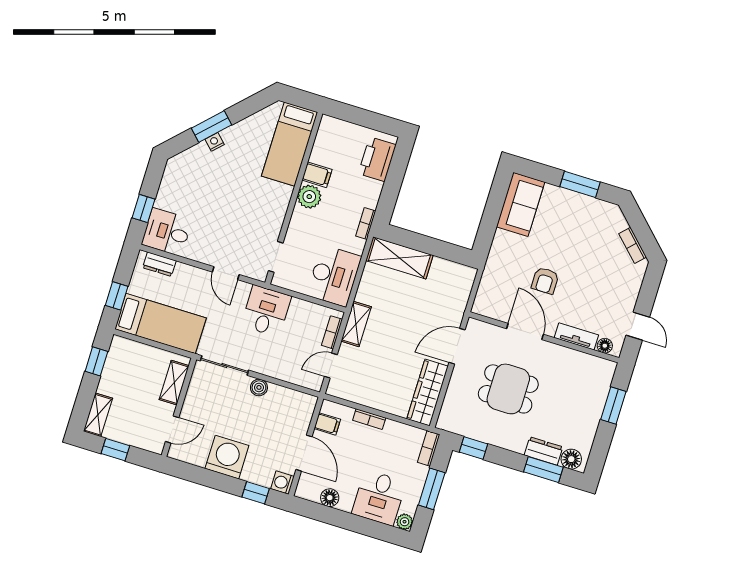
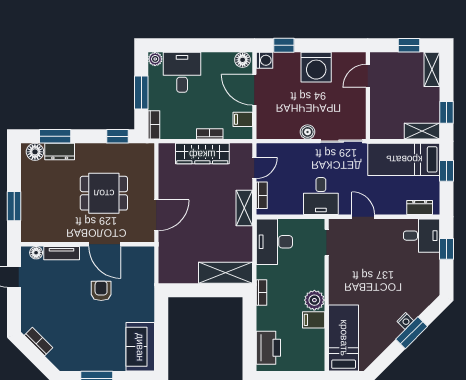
shelving: (174, 383) -> (422, 131), moved, turned 90
wardrobe: (428, 393) -> (202, 154), moved, turned 90
floor lamp: (330, 498) -> (243, 60), moved

